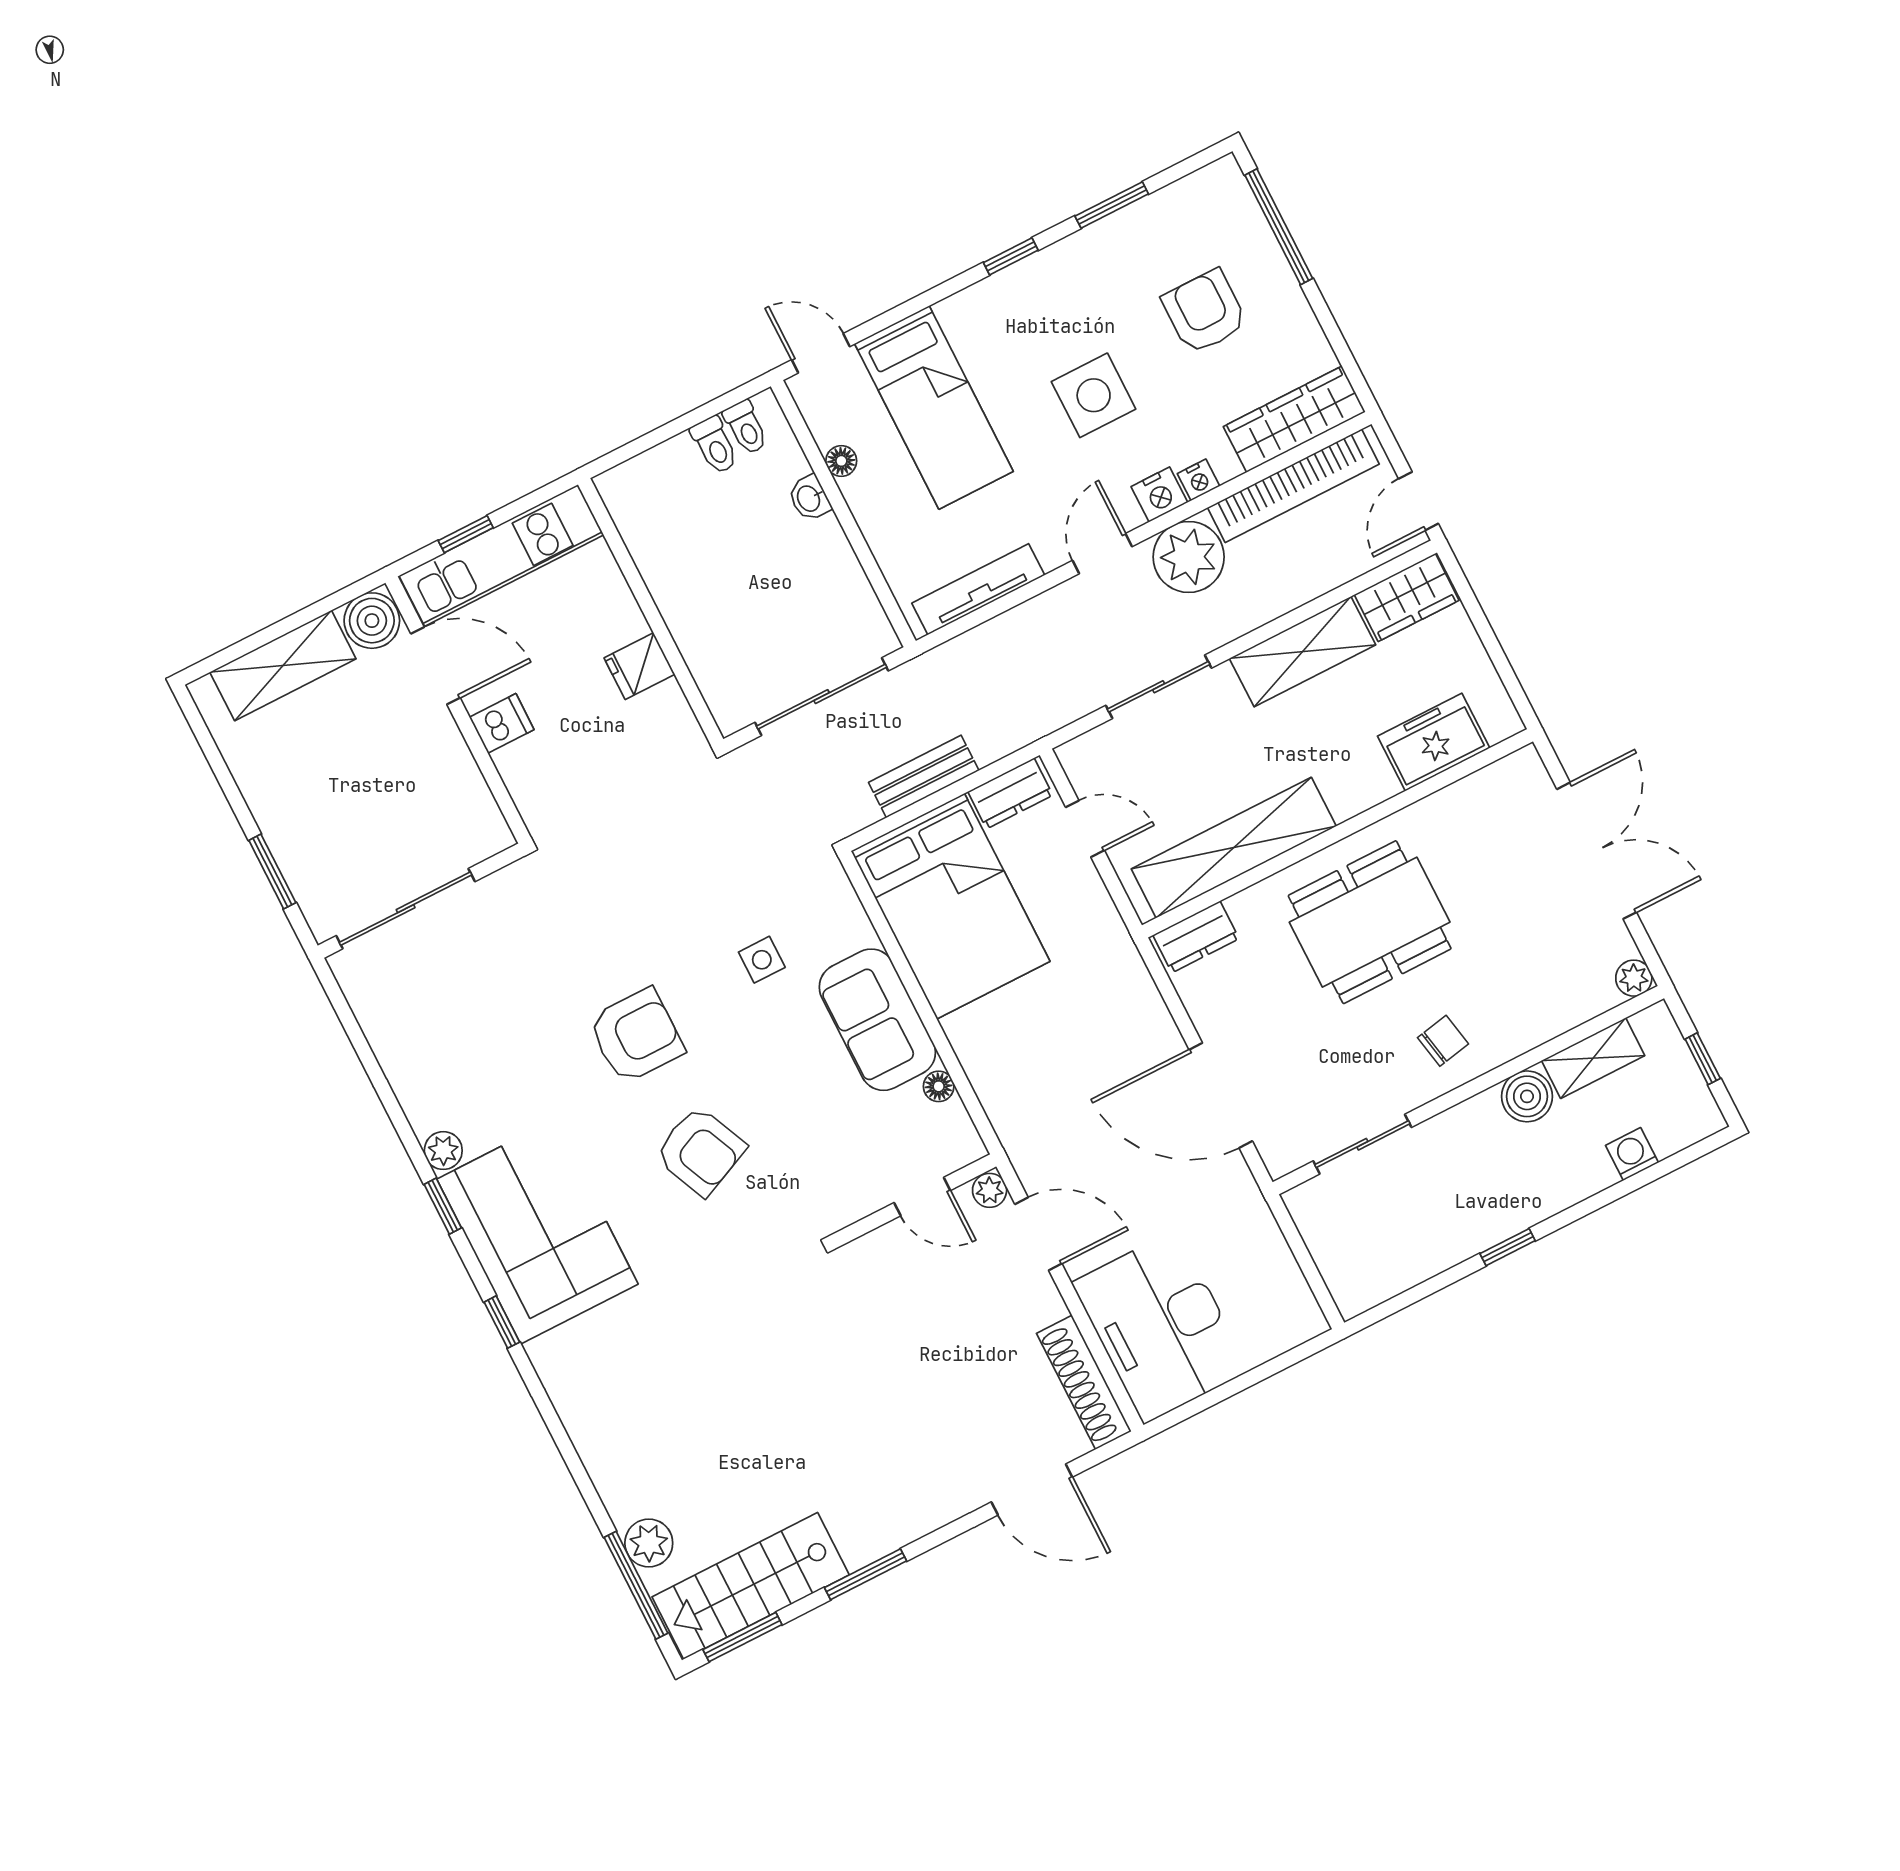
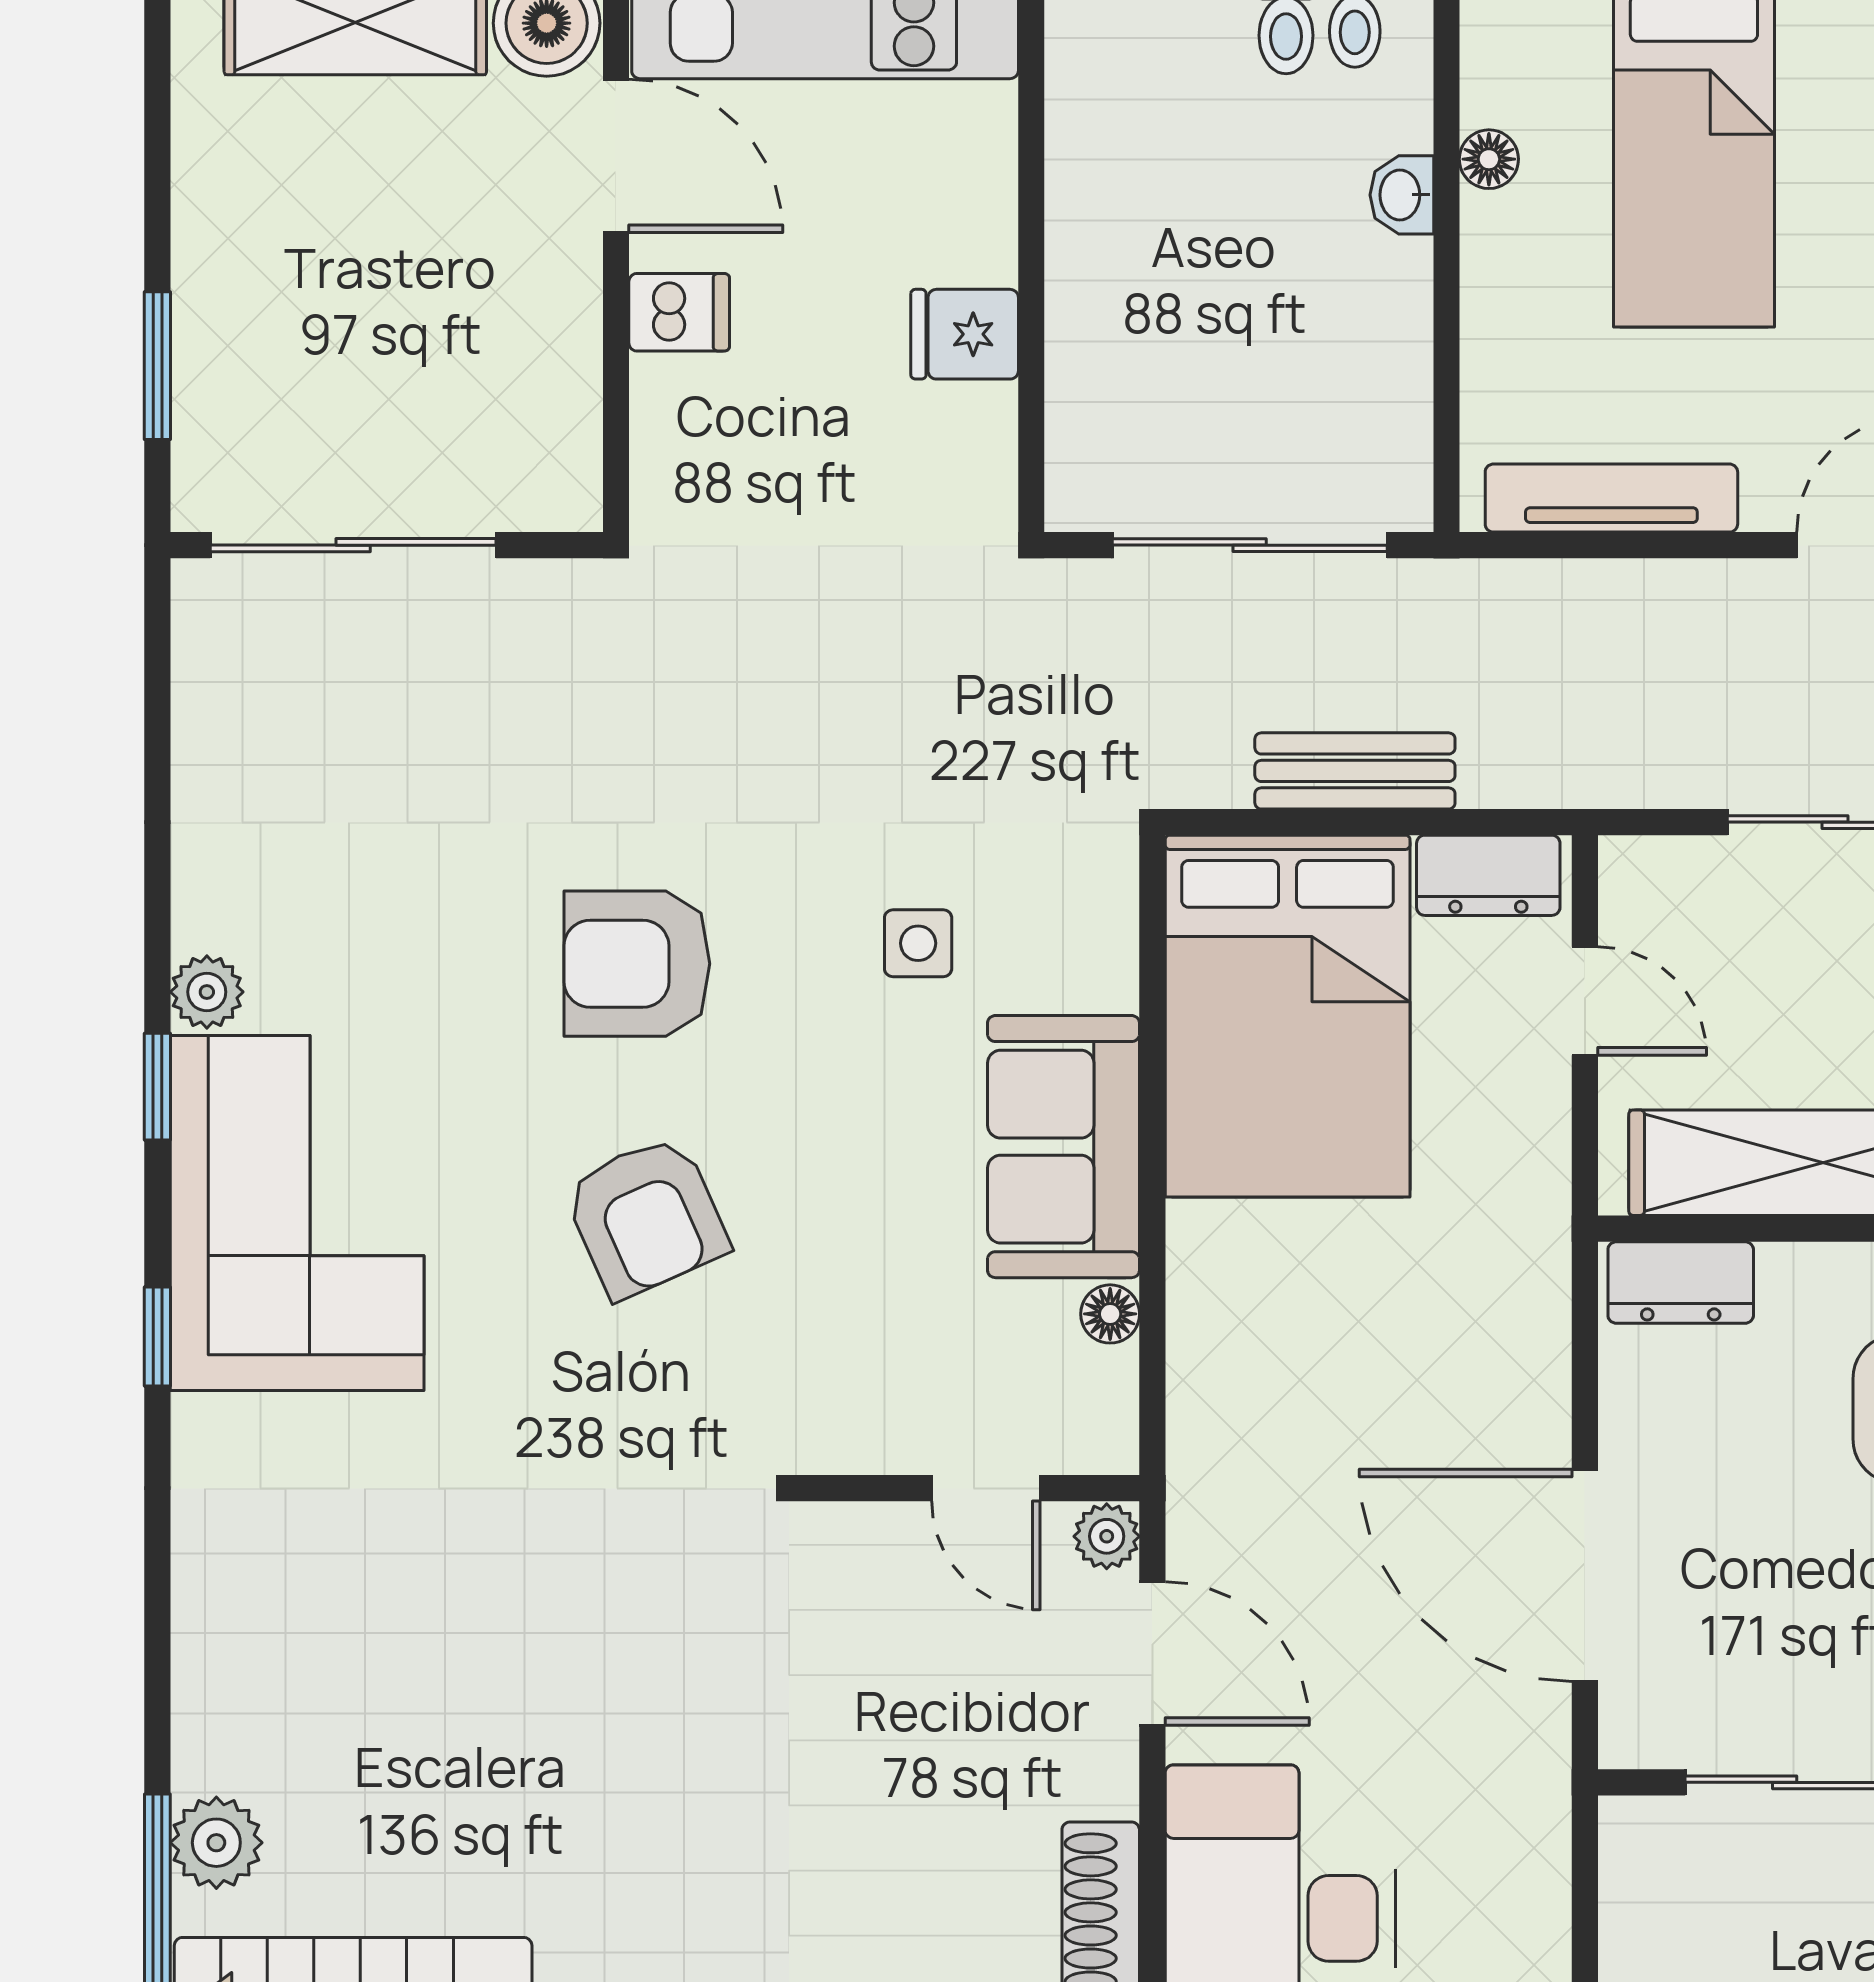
armchair: (636, 1036) -> (637, 964), turned 180

